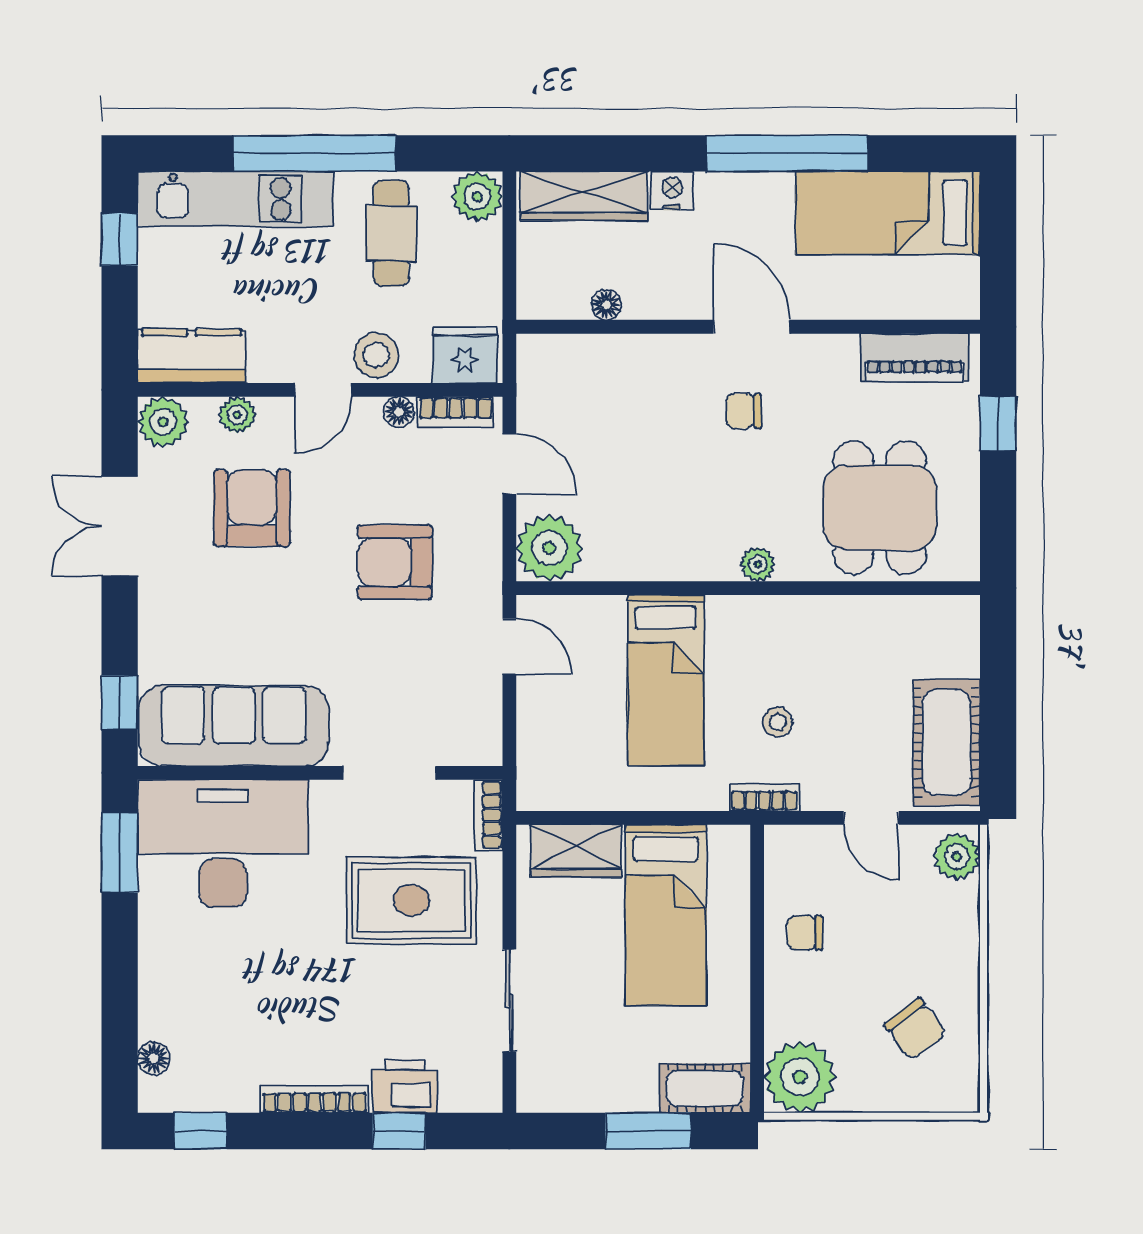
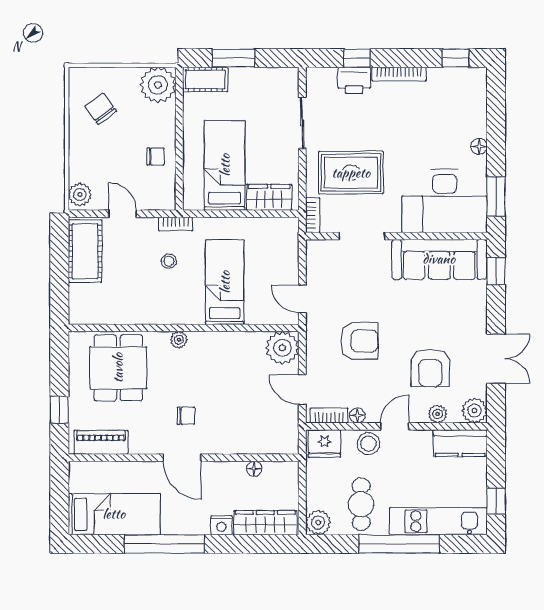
floor lamp: (154, 1058) -> (479, 146), moved

